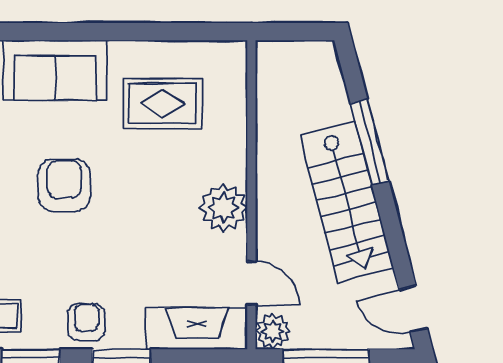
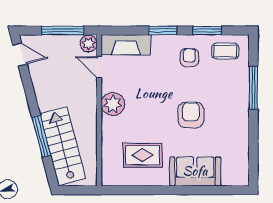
armchair: (64, 185) -> (191, 115), turned 180
stairs: (347, 202) -> (63, 146), moved
armchair: (86, 322) -> (189, 58), moved, turned 180

